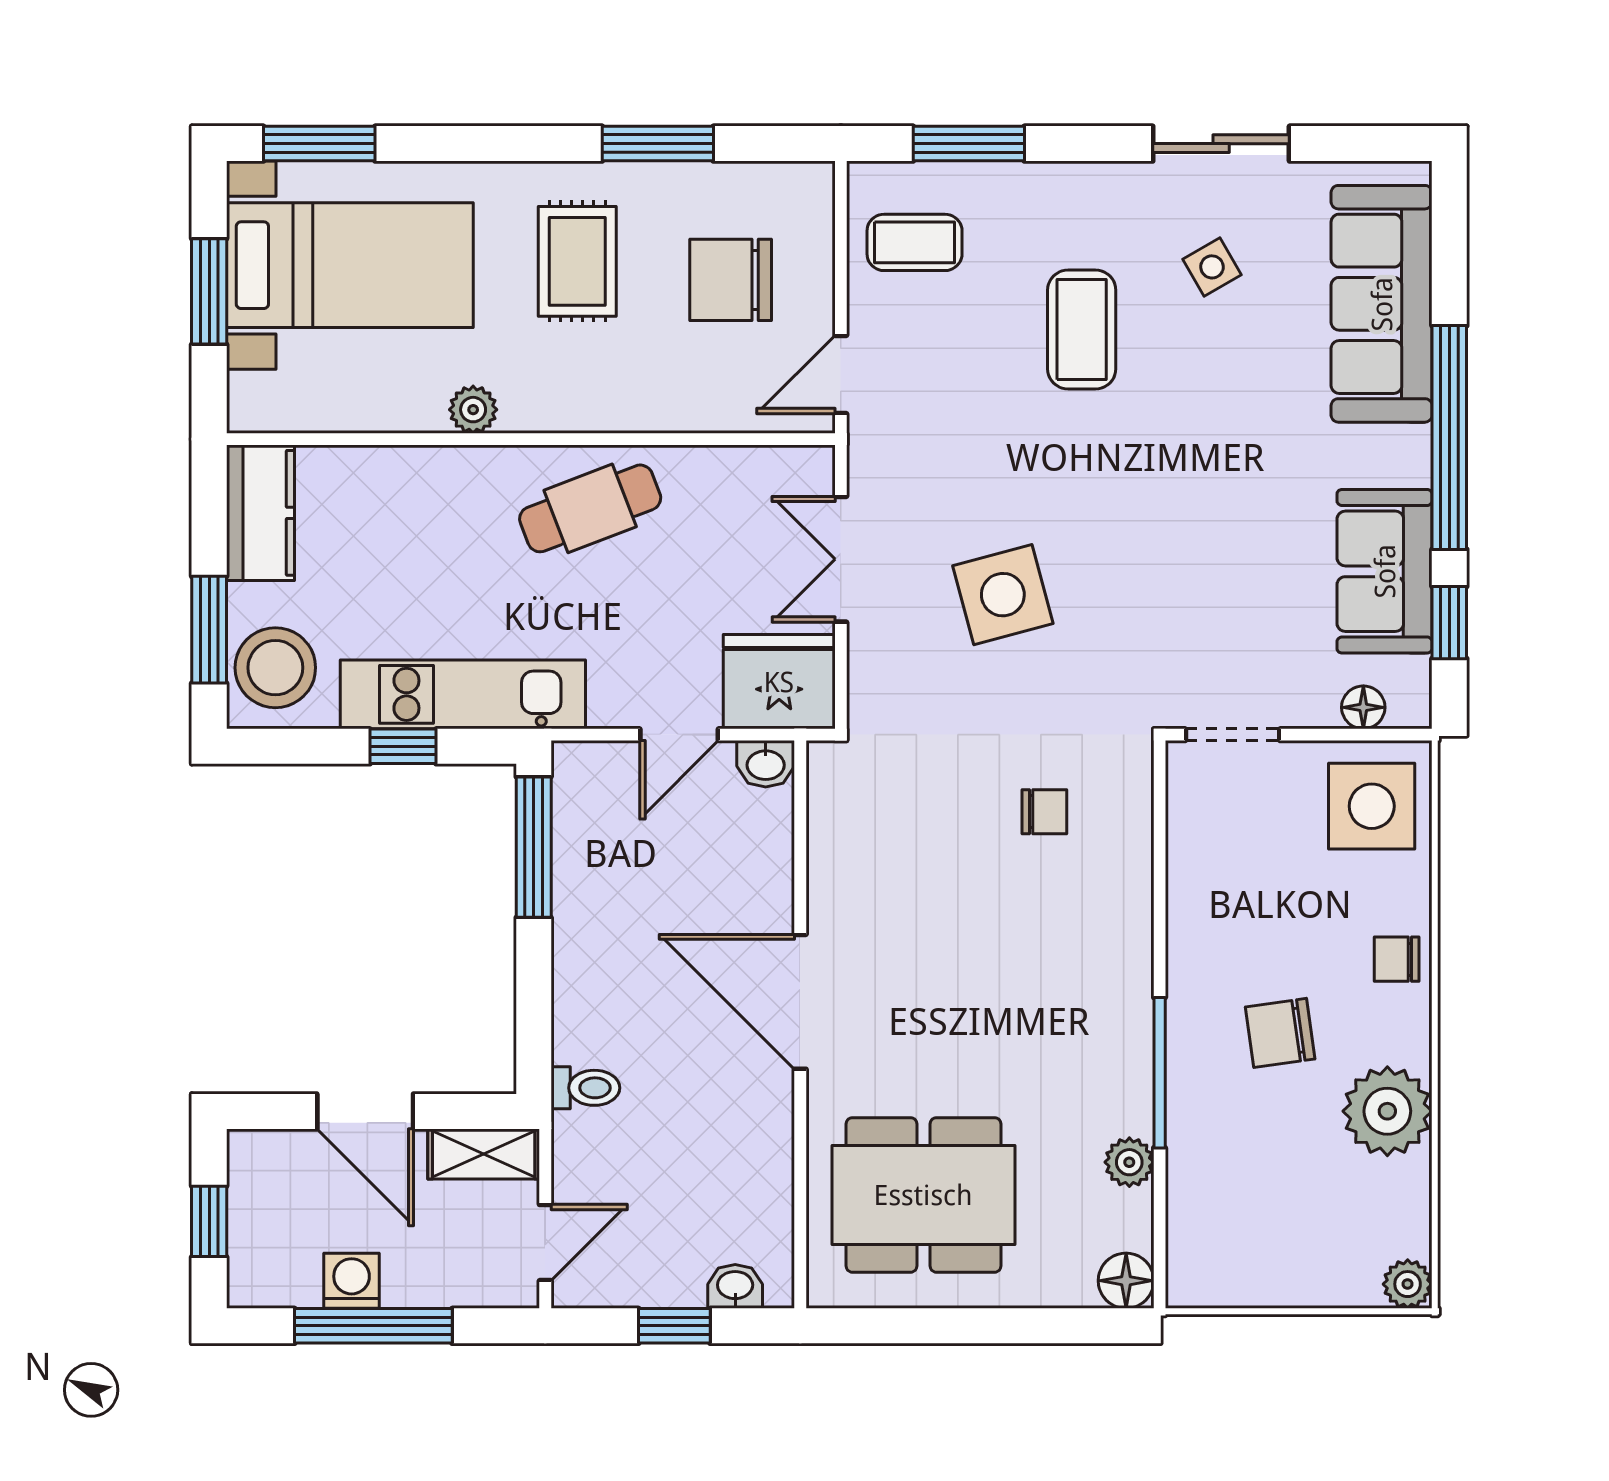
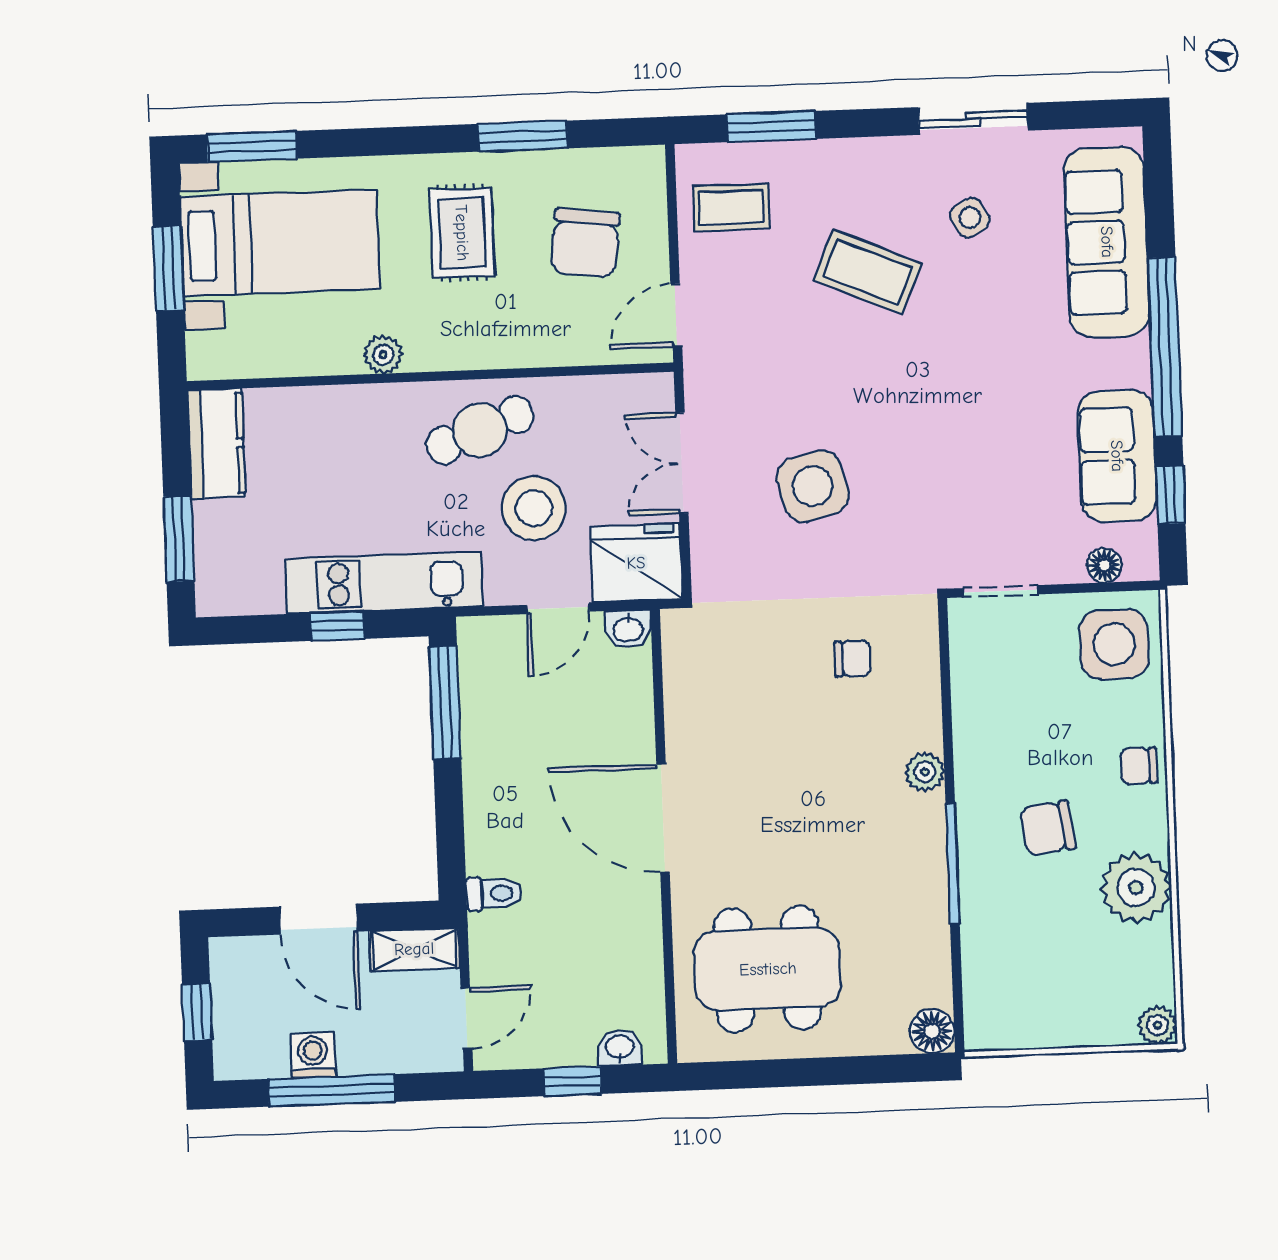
chair: (731, 280) -> (585, 243), turned -83
coffee table: (1082, 329) -> (867, 272), turned -67
stool: (275, 668) -> (534, 508), moved
plant: (1129, 1162) -> (925, 772), moved

